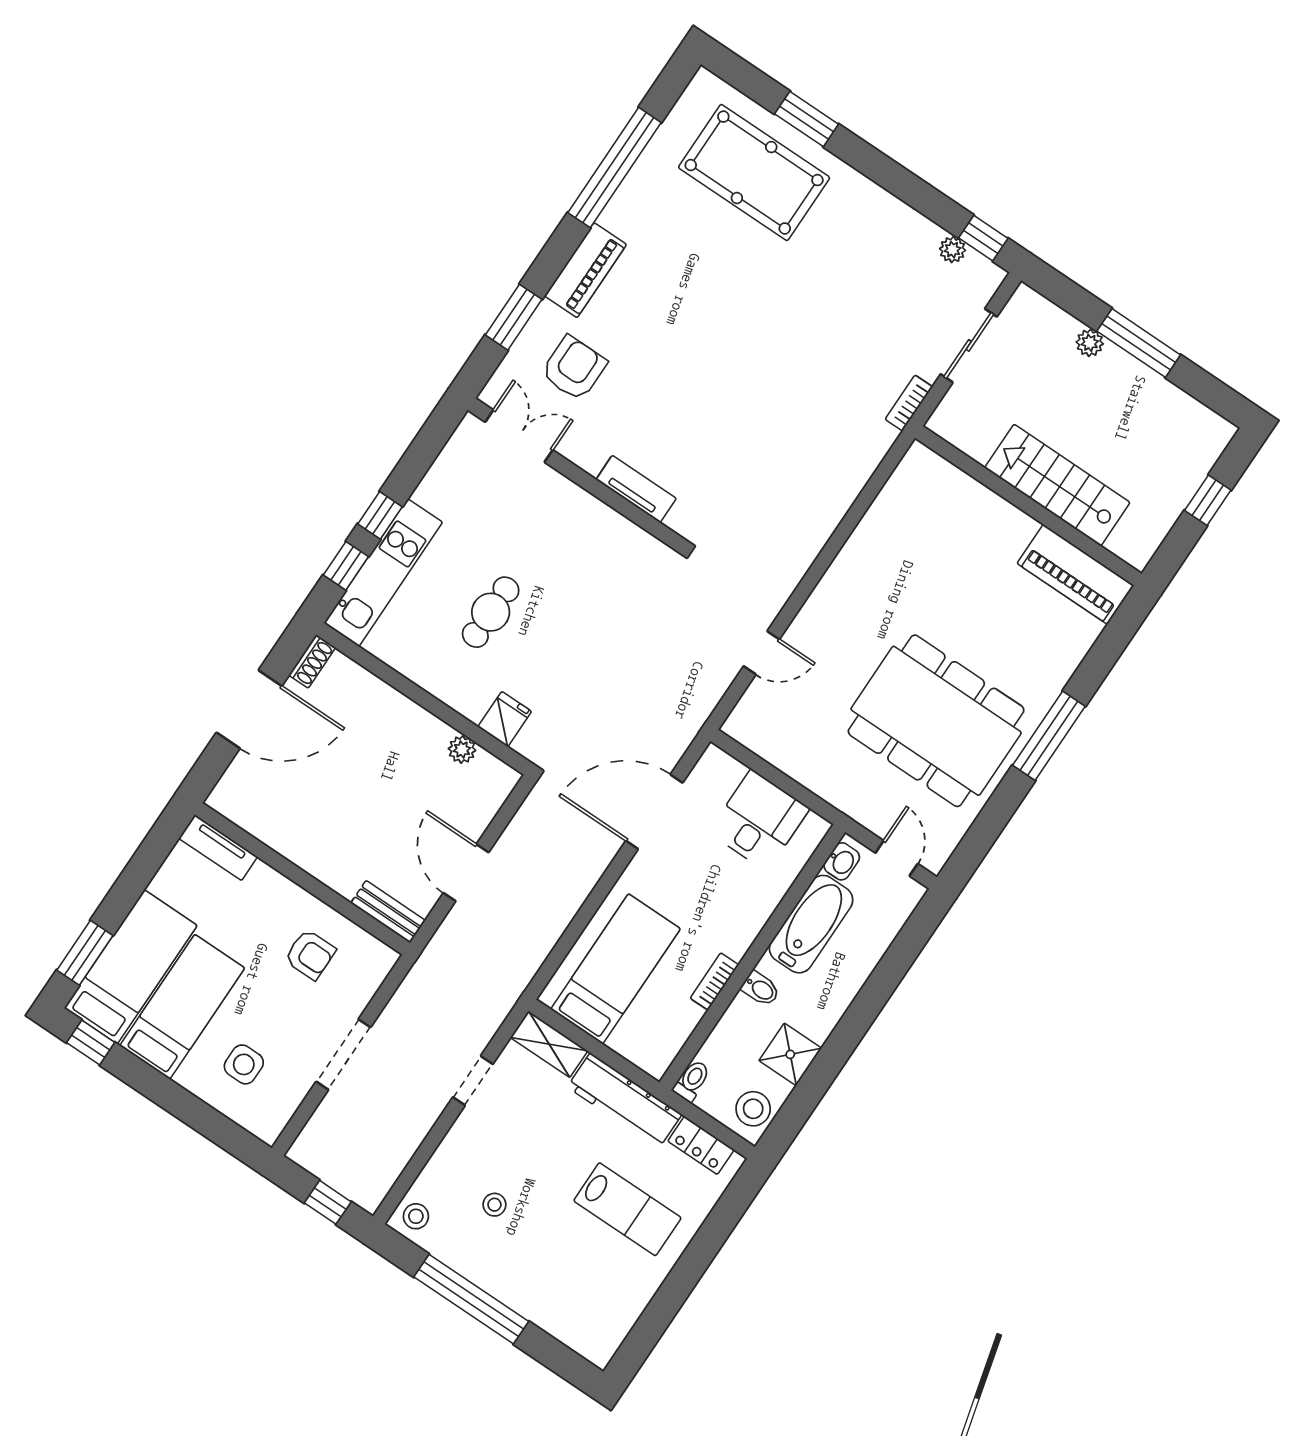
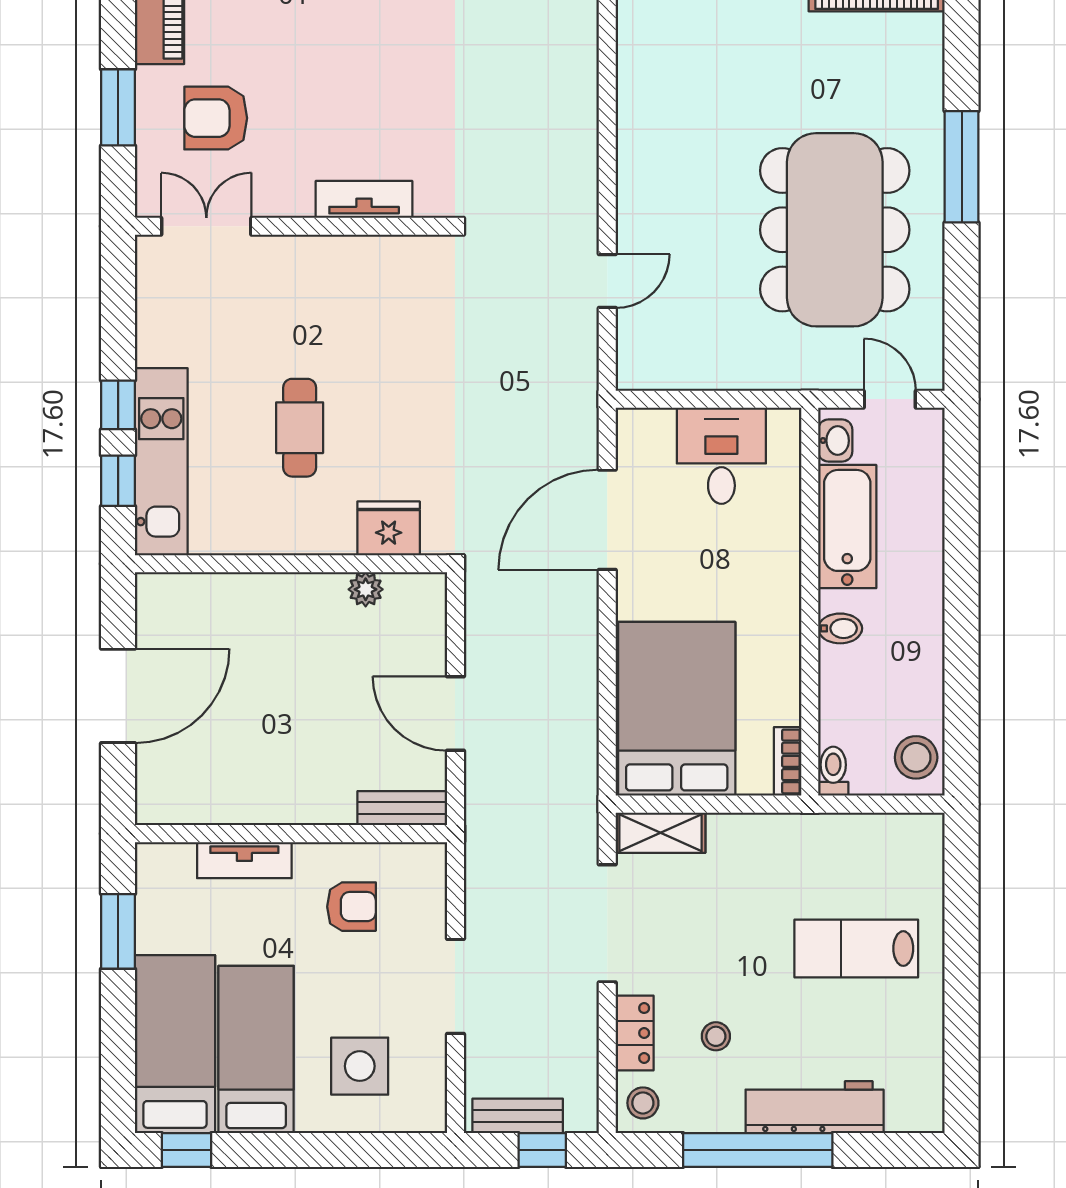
armchair: (574, 368) -> (216, 118), turned -90
shoe rack: (312, 661) -> (150, 603), removed
fridge: (505, 719) -> (389, 528), width x1.38
dining table: (936, 721) -> (835, 230), turned 90
tv unit: (218, 848) -> (244, 860), moved
window: (85, 953) -> (118, 931), moved
bed: (616, 969) -> (677, 709), width x1.50
bookcase: (715, 982) -> (788, 761), moved
shower: (790, 1054) -> (916, 675), removed
side table: (244, 1064) -> (360, 1066), width x1.37, depth x1.37
doorway: (473, 1081) -> (607, 923), width x1.88
workbench: (625, 1101) -> (815, 1107), moved, turned 180
locker: (701, 1145) -> (635, 1033), moved, turned -90
bench: (327, 1169) -> (518, 1116), added
lab bench: (627, 1209) -> (856, 949), turned 180

